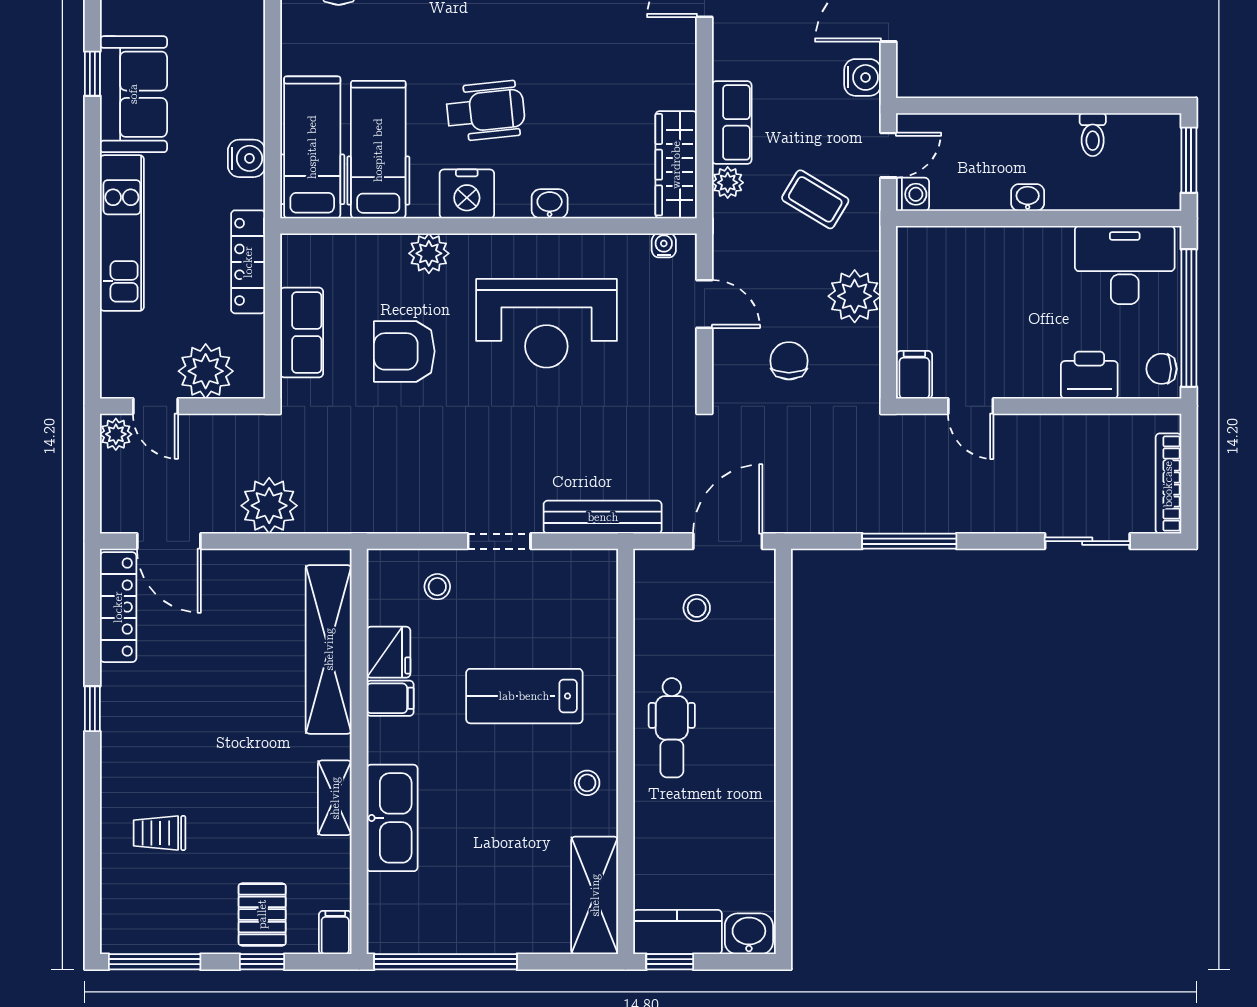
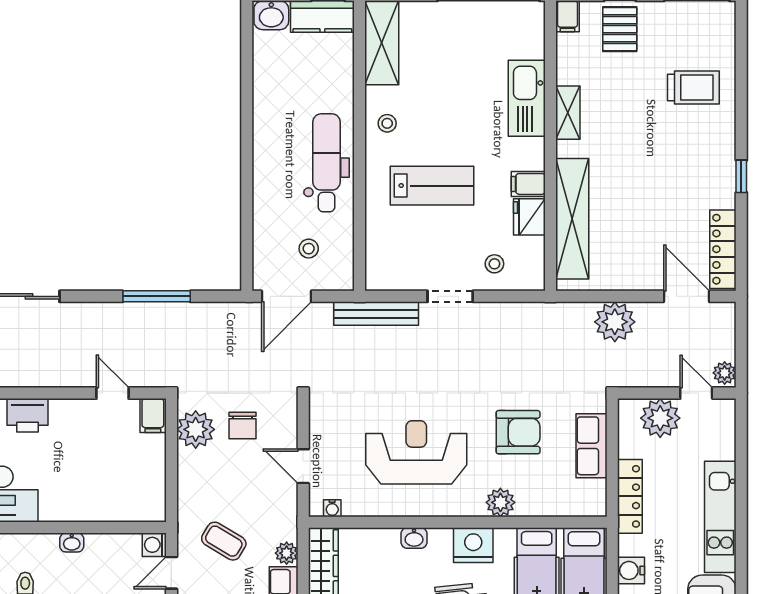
plant: (855, 296) -> (196, 429), moved
dental chair: (672, 728) -> (326, 163), width x1.36, depth x1.38
trolley: (160, 833) -> (693, 87), width x1.36, depth x1.39

